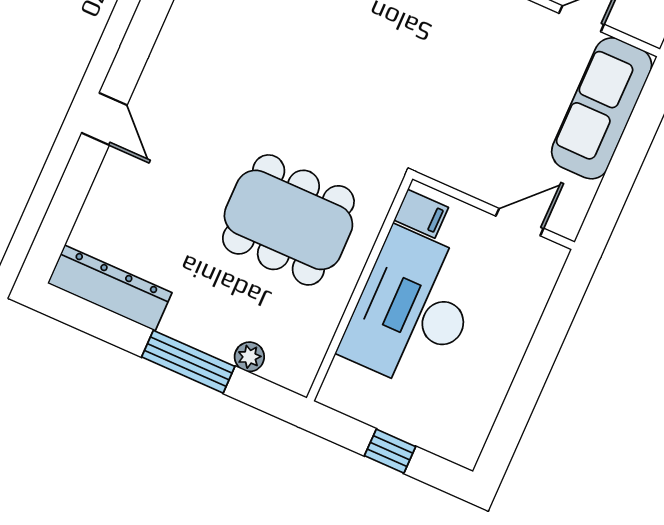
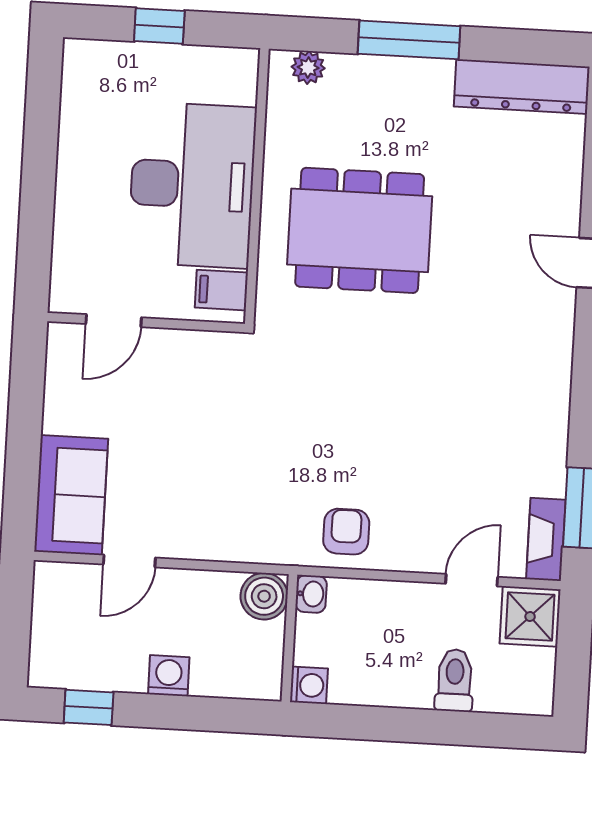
sofa: (602, 108) -> (71, 495), width x0.73
plant: (249, 357) -> (308, 68), moved

